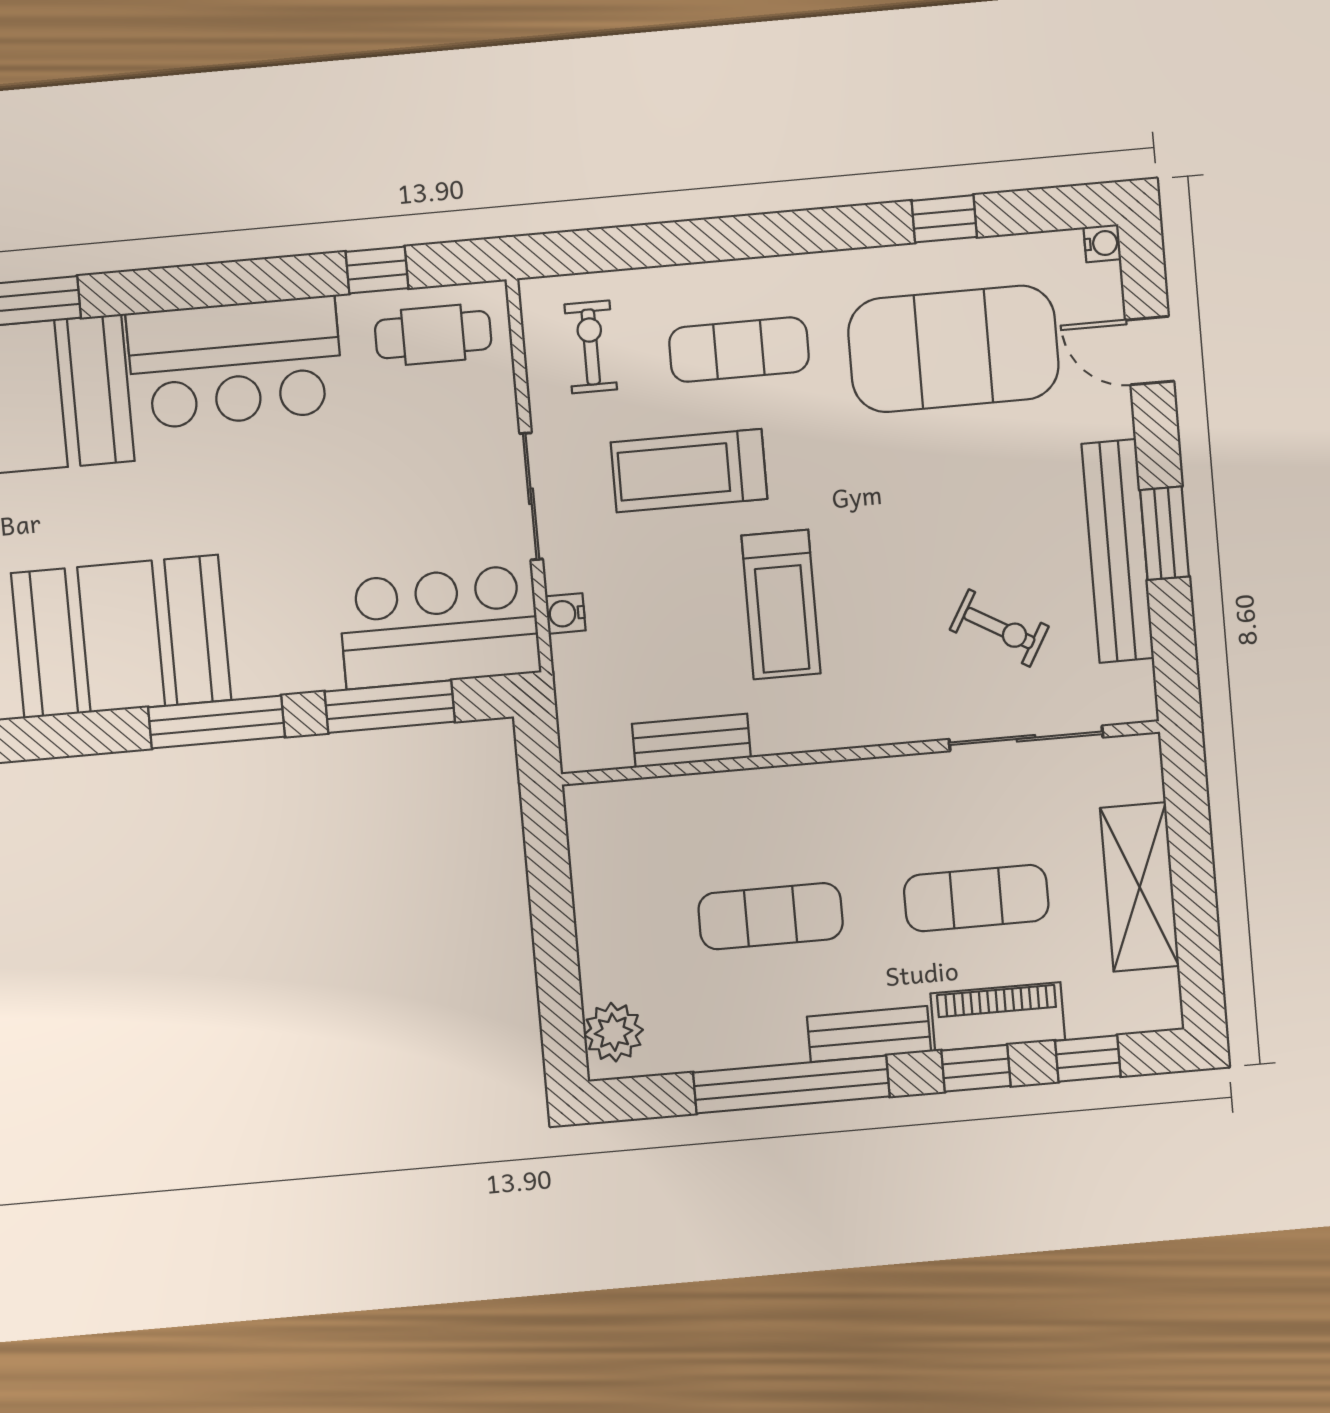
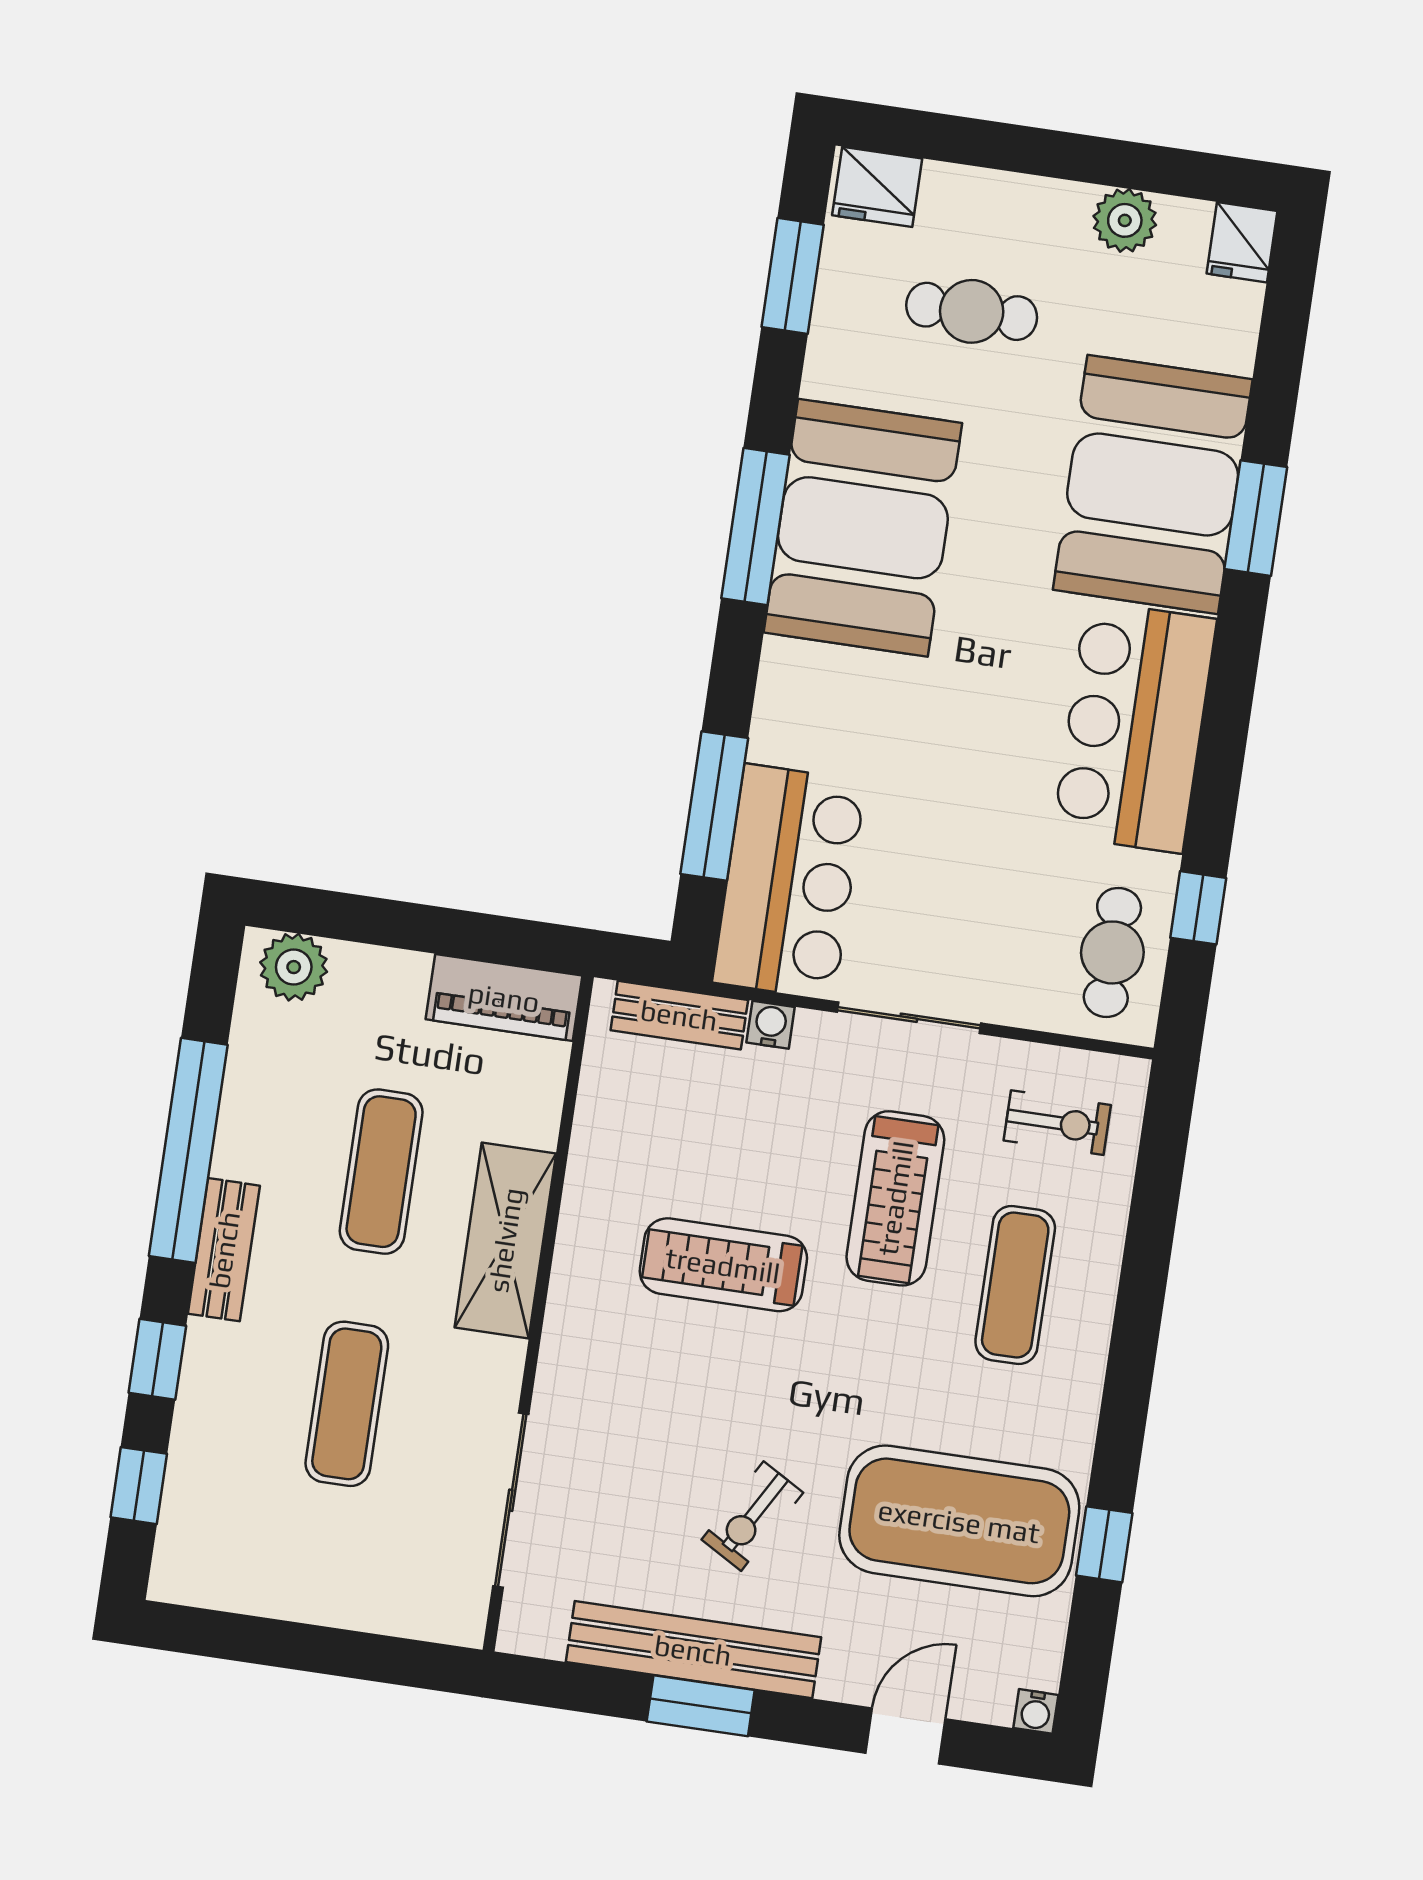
exercise mat: (953, 349) -> (959, 1521), turned 90
treadmill: (689, 471) -> (895, 1198), turned 180
exercise bike: (999, 628) -> (752, 1516), moved
window: (216, 722) -> (756, 527), moved
bench: (691, 741) -> (679, 1015), moved, turned 90
shelving: (1140, 887) -> (505, 1240), moved, turned 90
piano: (998, 1017) -> (504, 997), moved, turned 90

